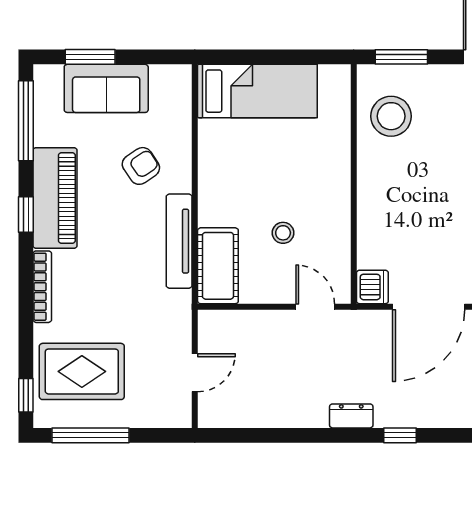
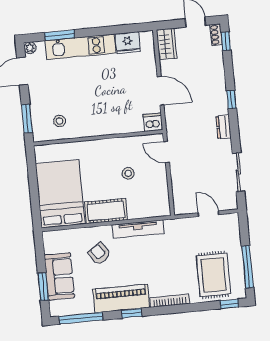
bed: (257, 91) -> (60, 194), width x1.50
stool: (391, 116) -> (60, 121), width x0.53, depth x0.53
cot: (218, 266) -> (106, 211), moved
door: (315, 307) -> (166, 152), hinge flipped
door: (429, 307) -> (161, 91), width x0.73
sliding door: (266, 435) -> (238, 172), added

